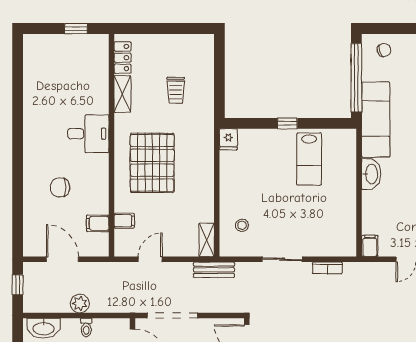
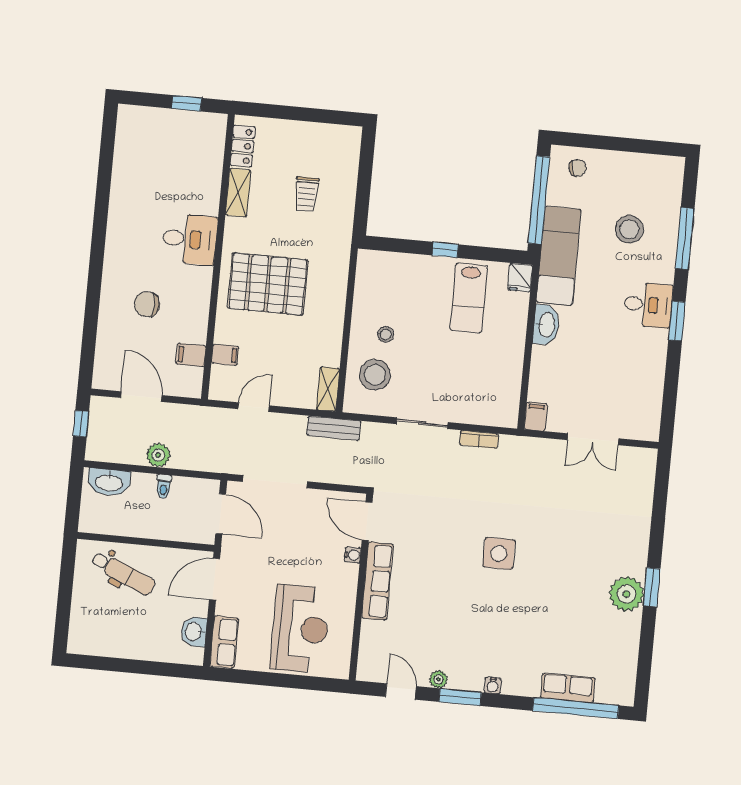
fridge: (228, 139) -> (520, 277), moved
pallet: (152, 163) -> (268, 284), turned 90
stool: (247, 193) -> (386, 334), added
stool: (242, 225) -> (375, 375), width x1.89, depth x1.89

